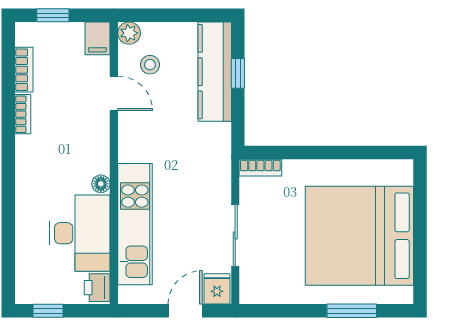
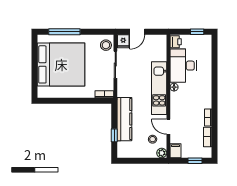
kitchen counter: (215, 72) -> (124, 119), moved
kitchen unit: (135, 224) -> (159, 88), moved
stool: (257, 280) -> (106, 45), added
window: (352, 311) -> (64, 32), width x1.44

